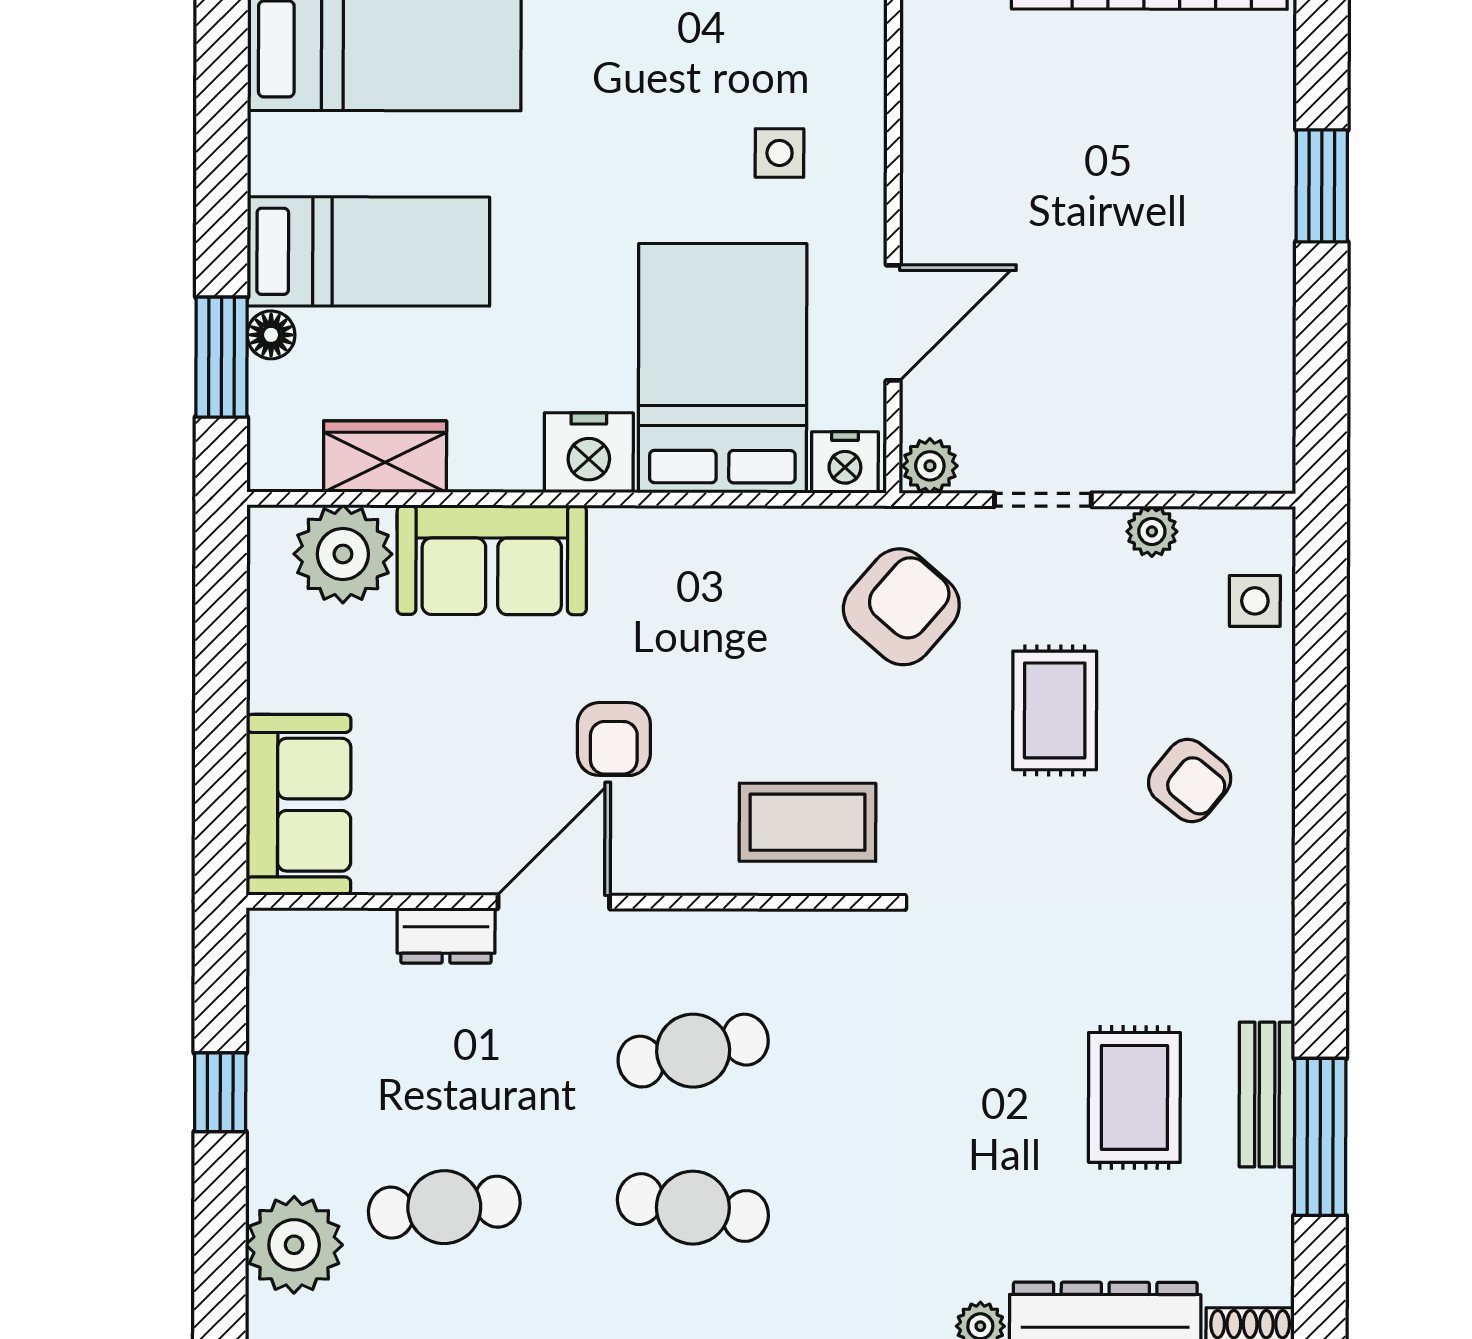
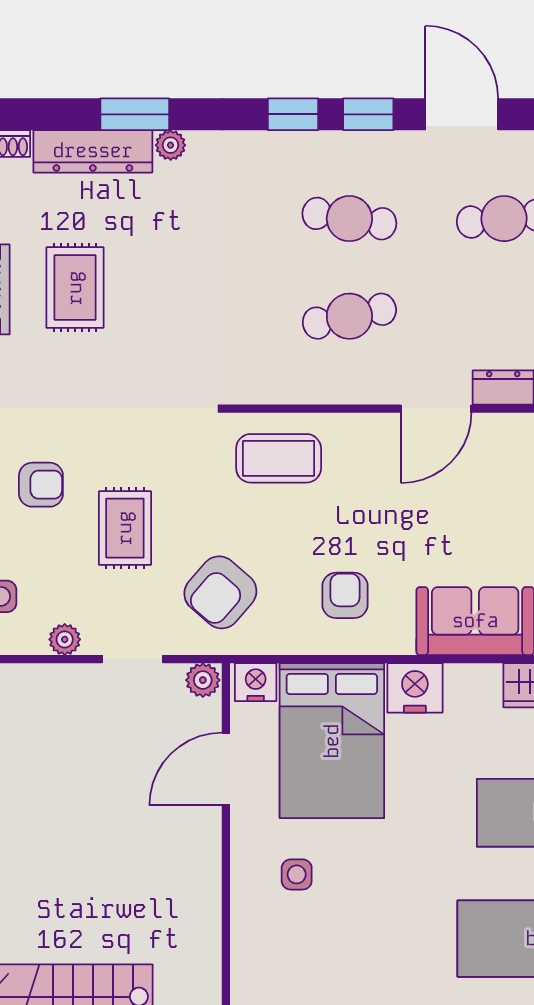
armchair: (614, 739) -> (345, 595), moved
armchair: (1190, 781) -> (41, 485), turned 141

